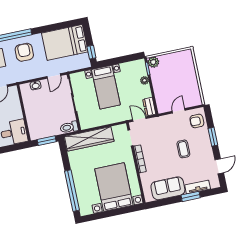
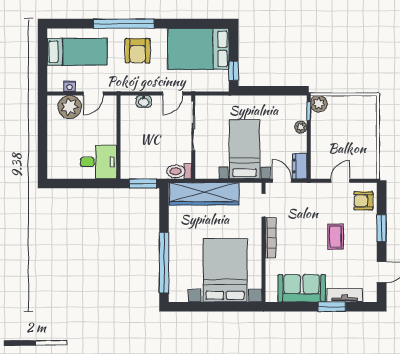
armchair: (24, 52) -> (138, 51), turned 180
bed with nightstands: (106, 87) -> (244, 149), moved, turned 180

